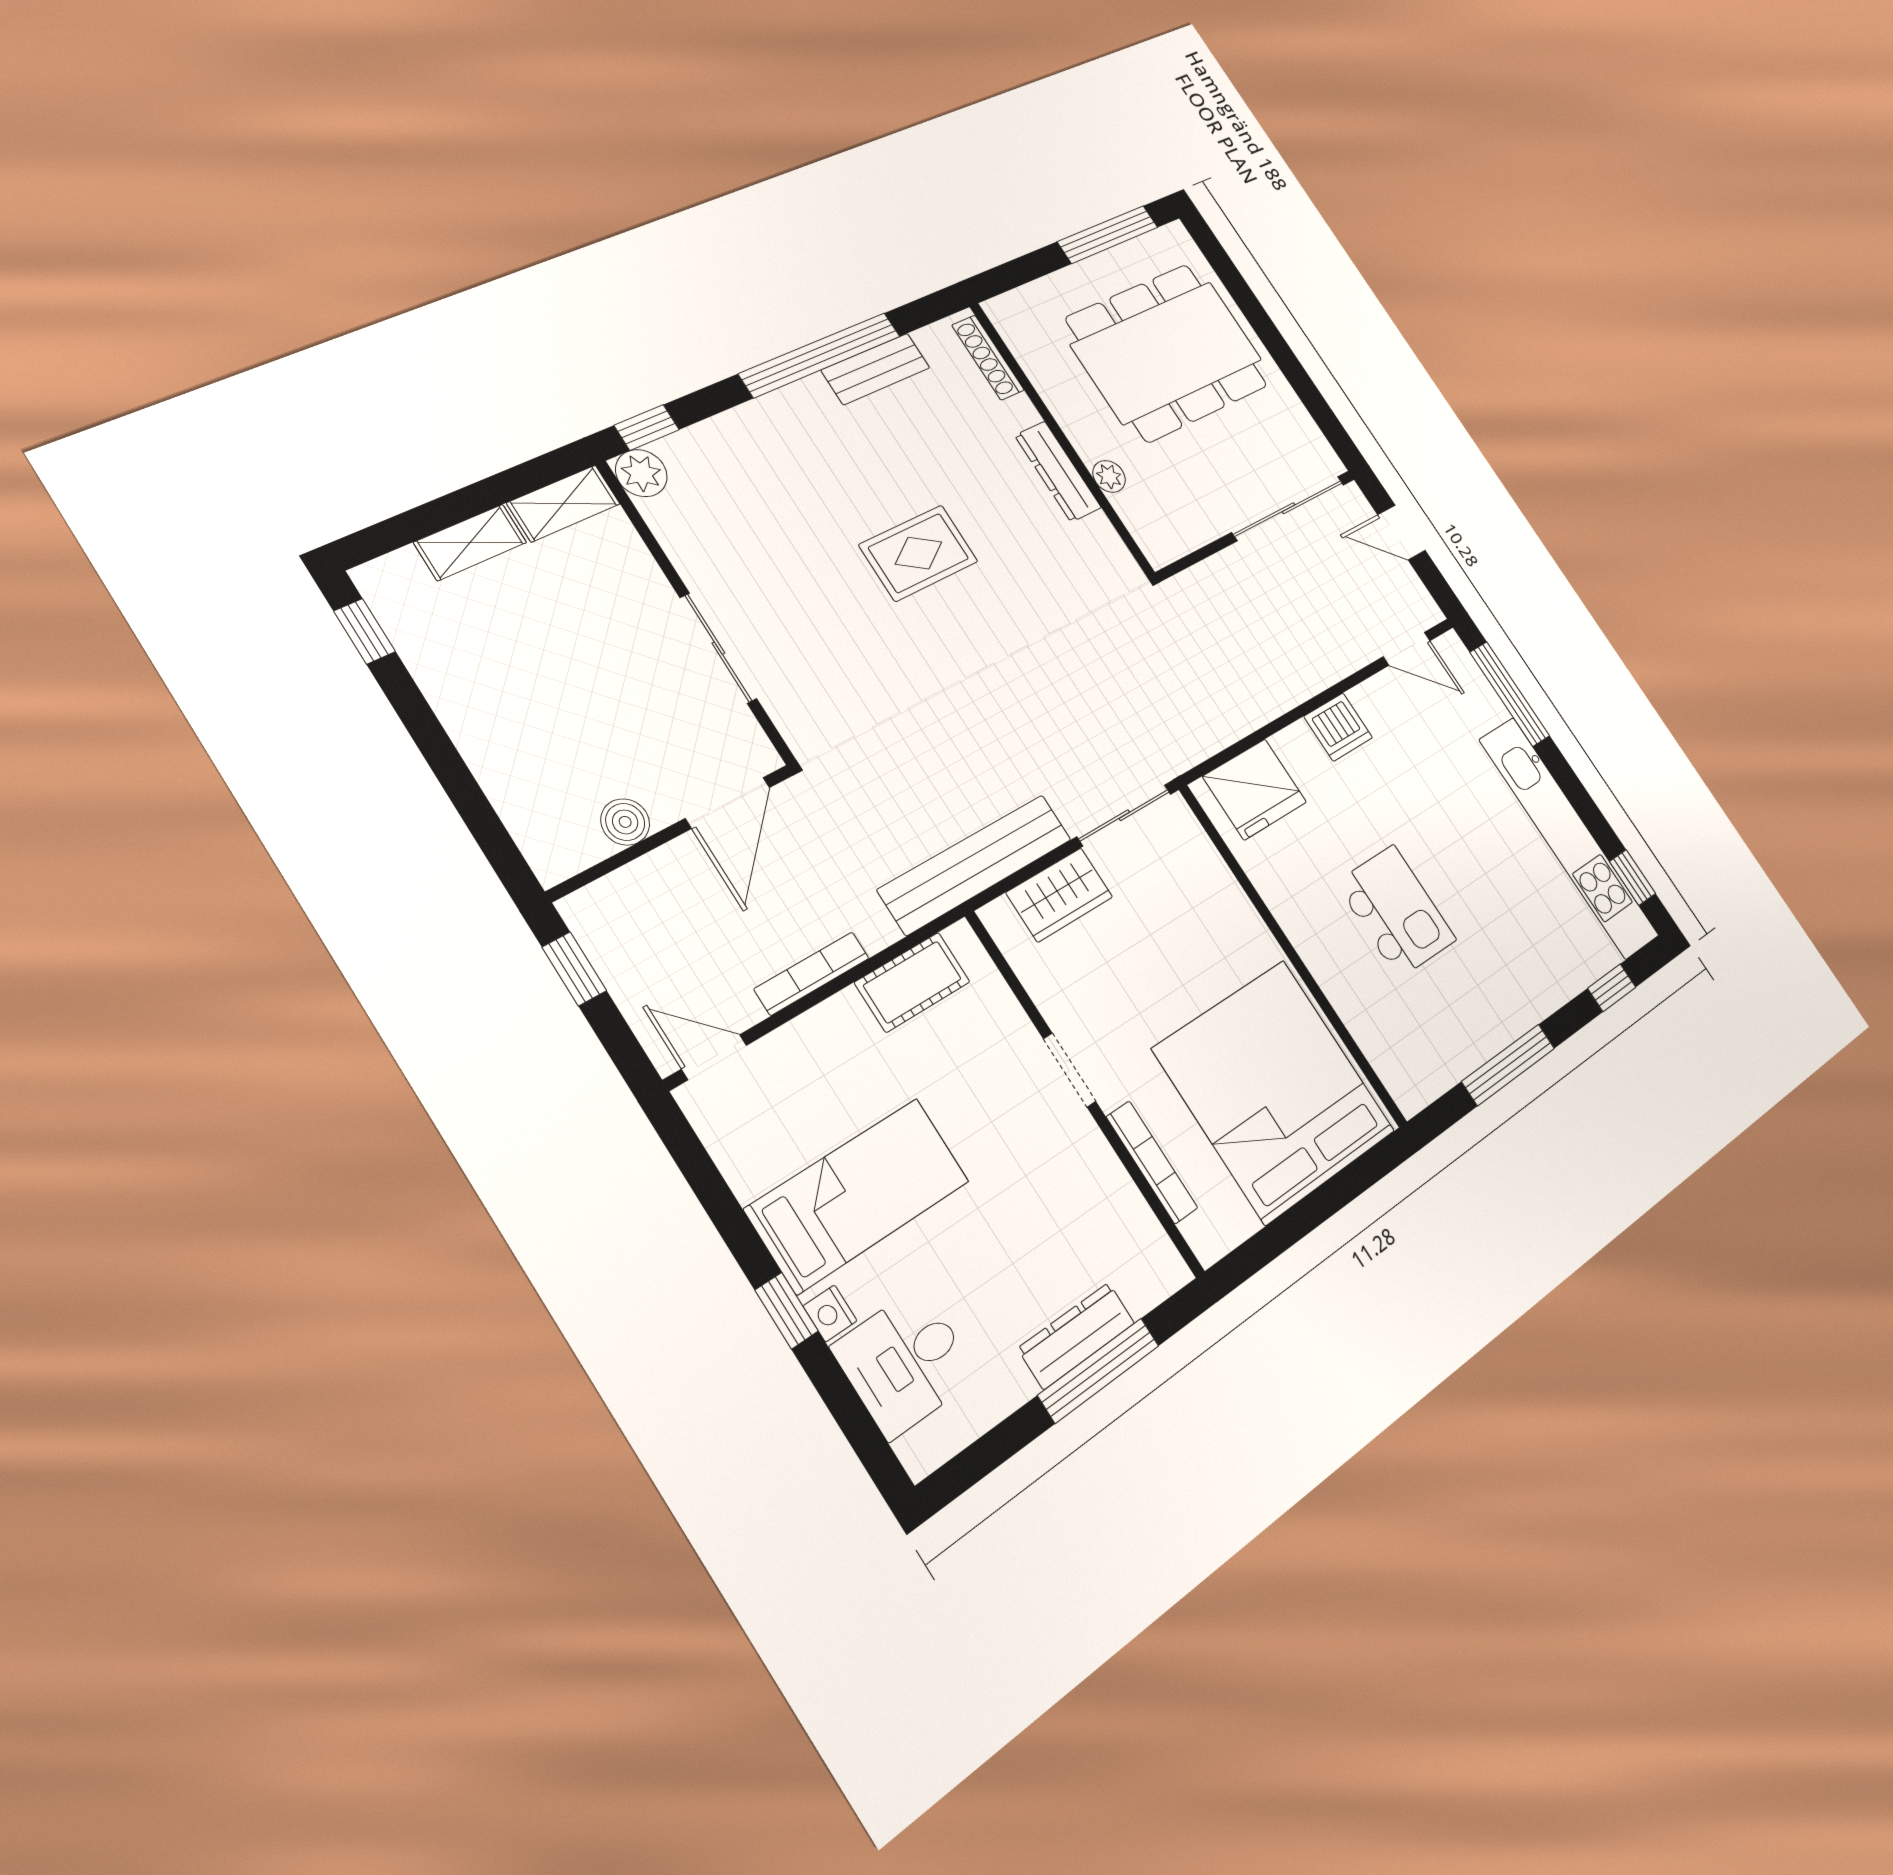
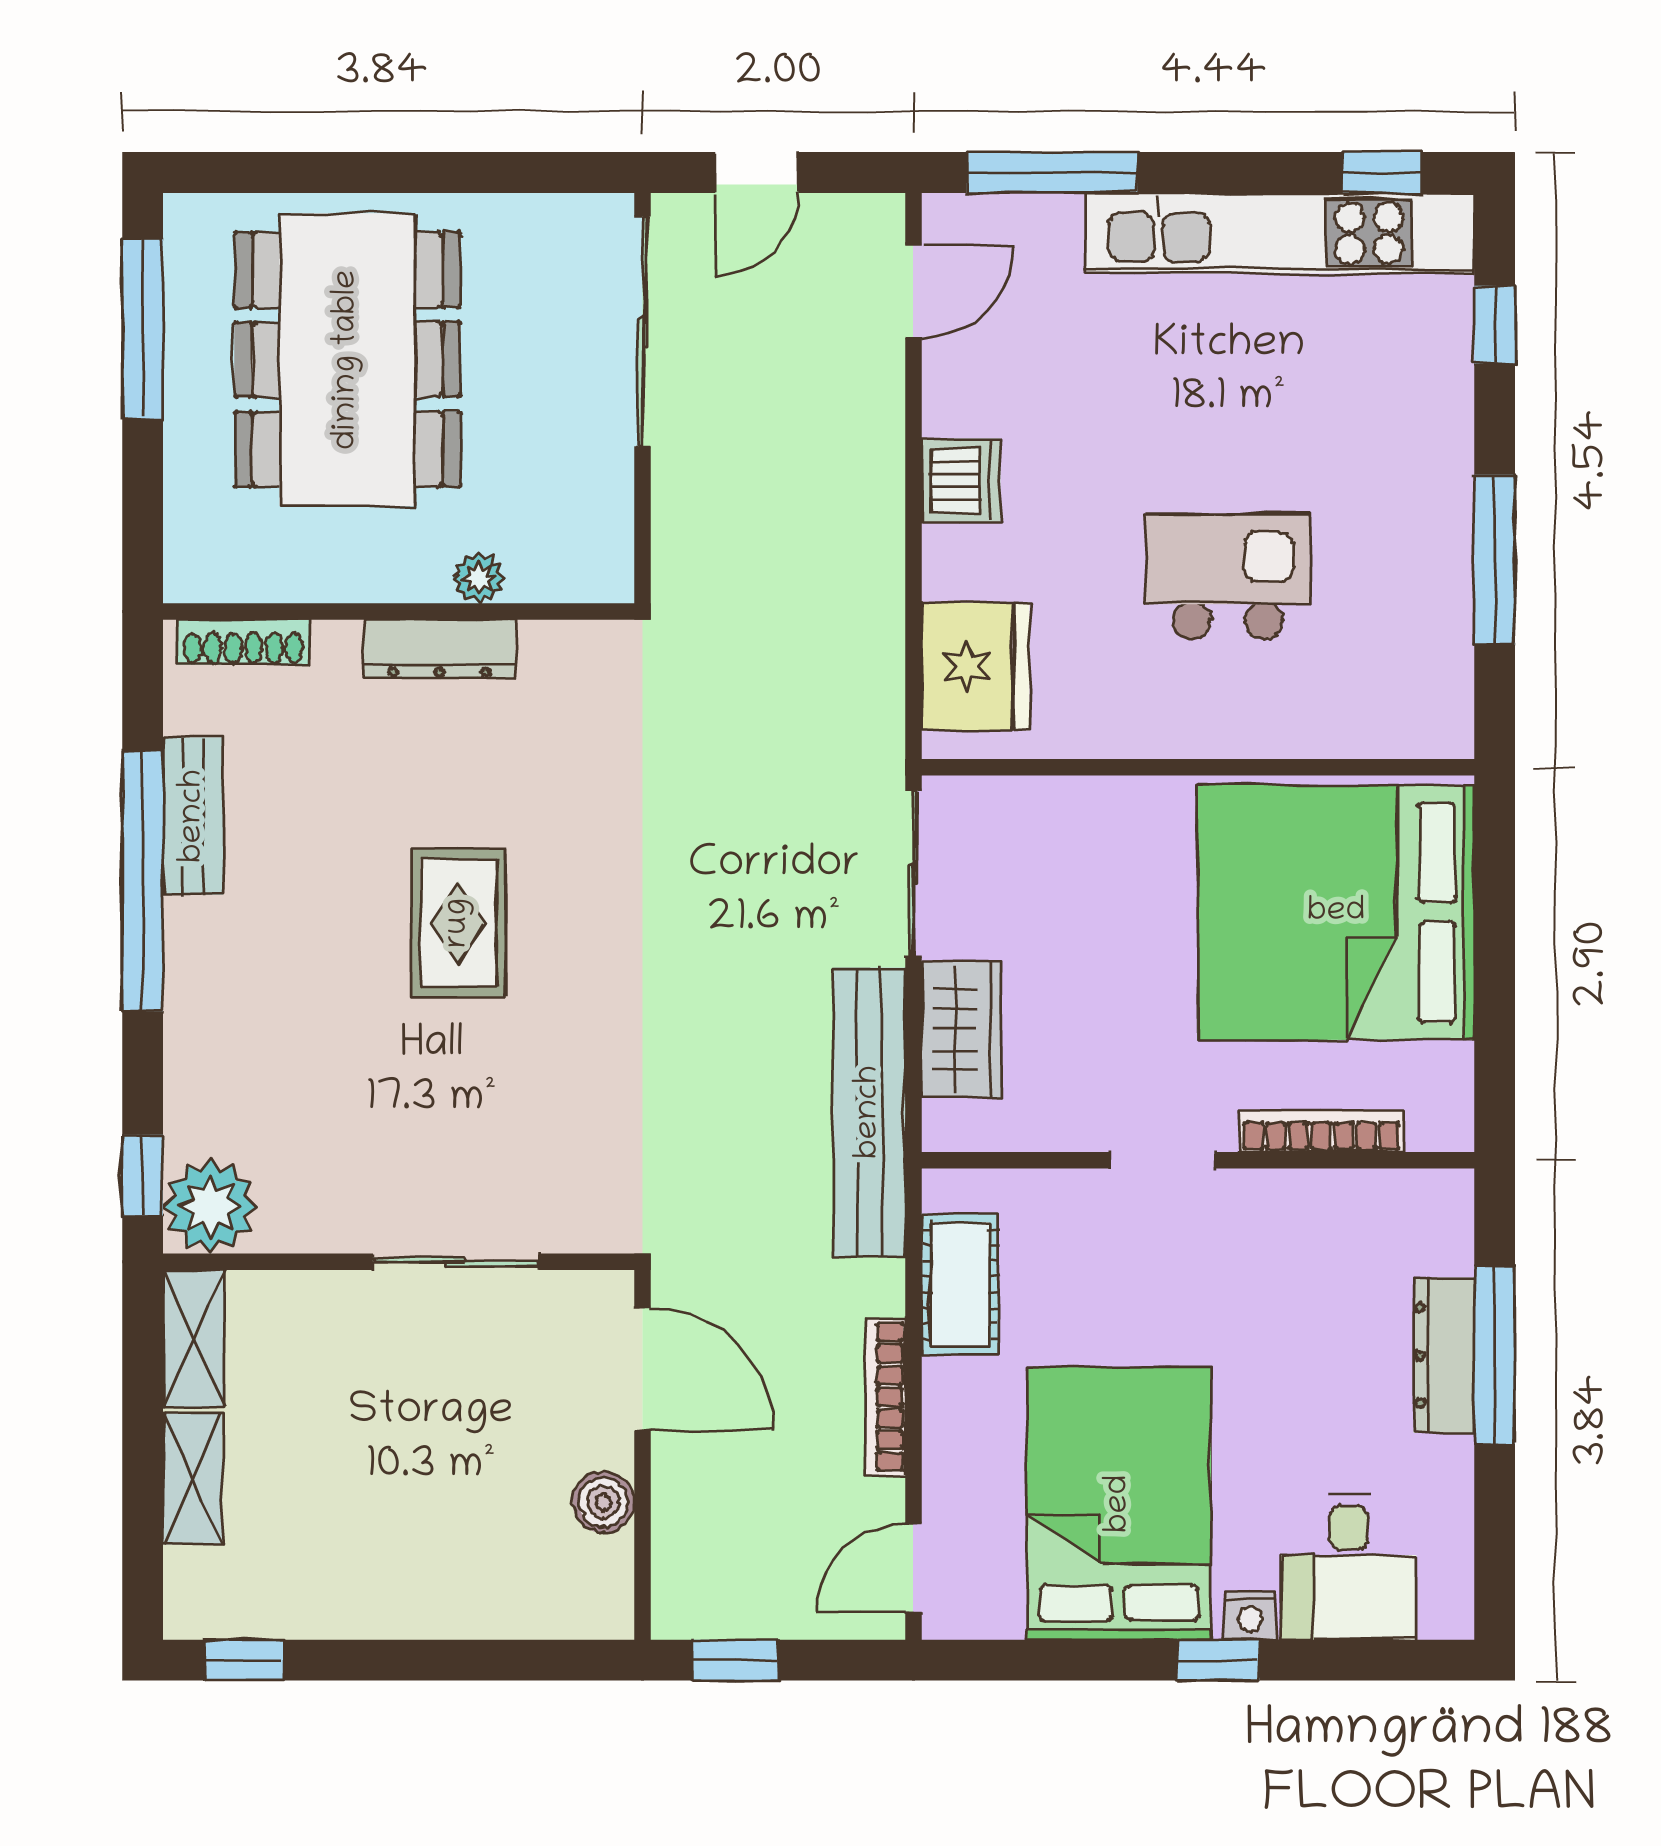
plant: (641, 473) -> (210, 1206), width x1.36, depth x1.36
bed: (858, 1195) -> (1119, 1504), width x1.50

